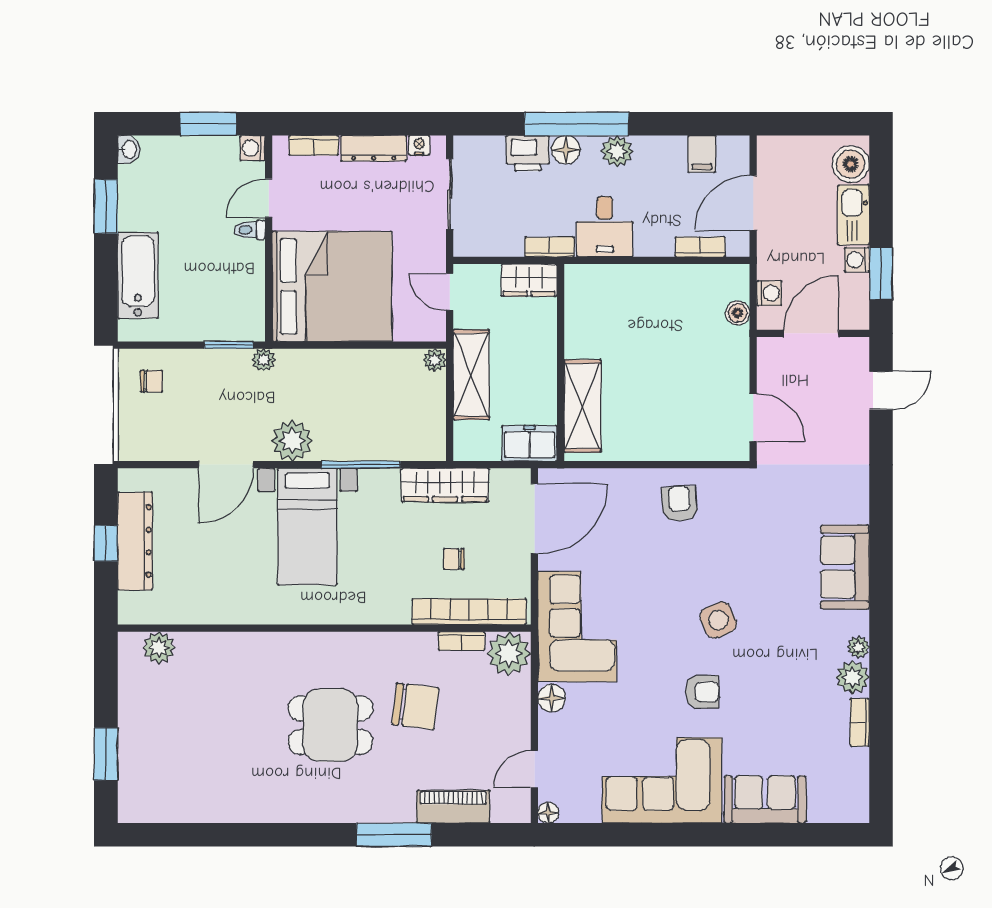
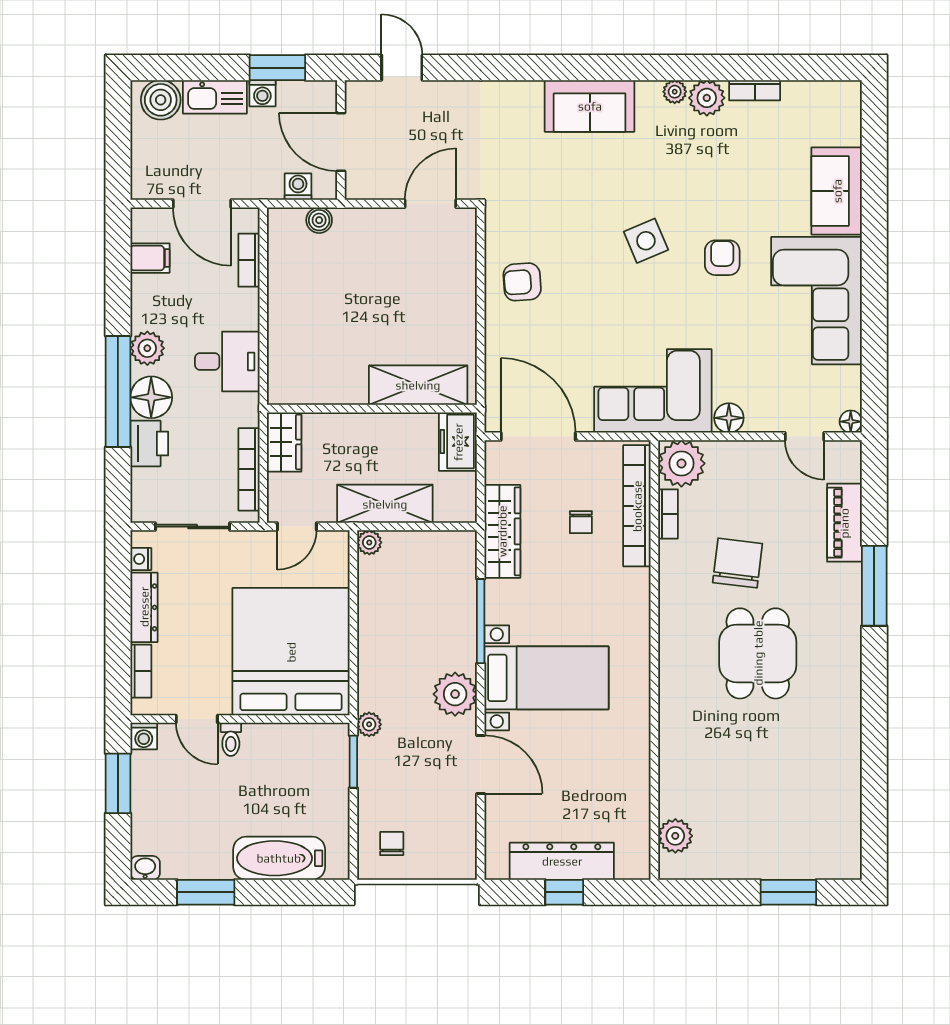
floor lamp: (566, 150) -> (151, 397), width x1.38, depth x1.38
bookcase: (550, 247) -> (249, 469), moved, width x1.56

